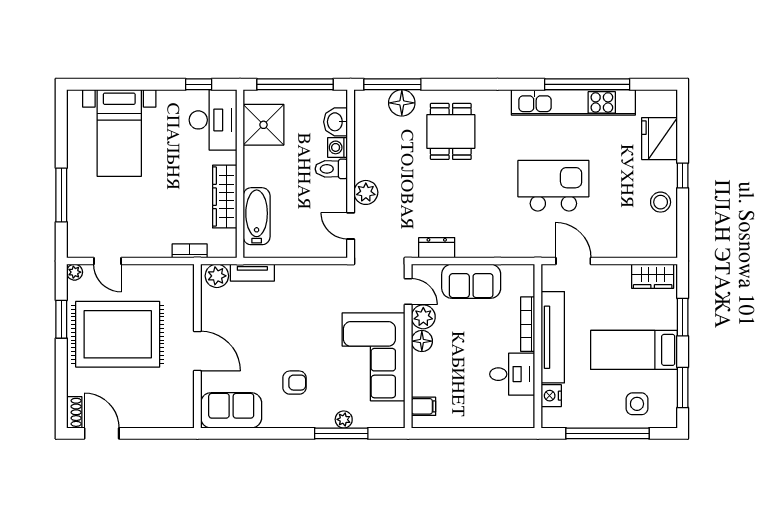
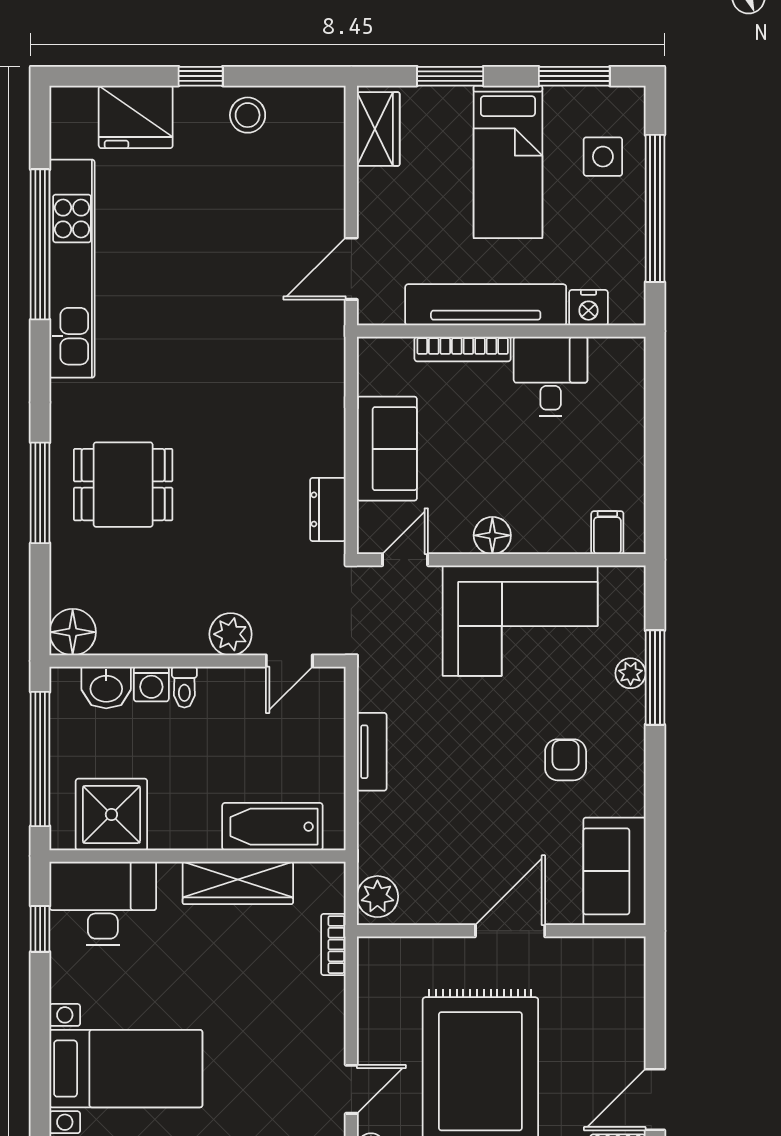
window: (392, 84) -> (40, 493), moved
floor lamp: (402, 103) -> (73, 632), moved
toilet: (331, 169) -> (184, 687), width x0.73, depth x0.72
kitchen island: (553, 186) -> (219, 304), removed
tv unit: (252, 273) -> (372, 752), moved
plant: (423, 317) -> (450, 533), removed

